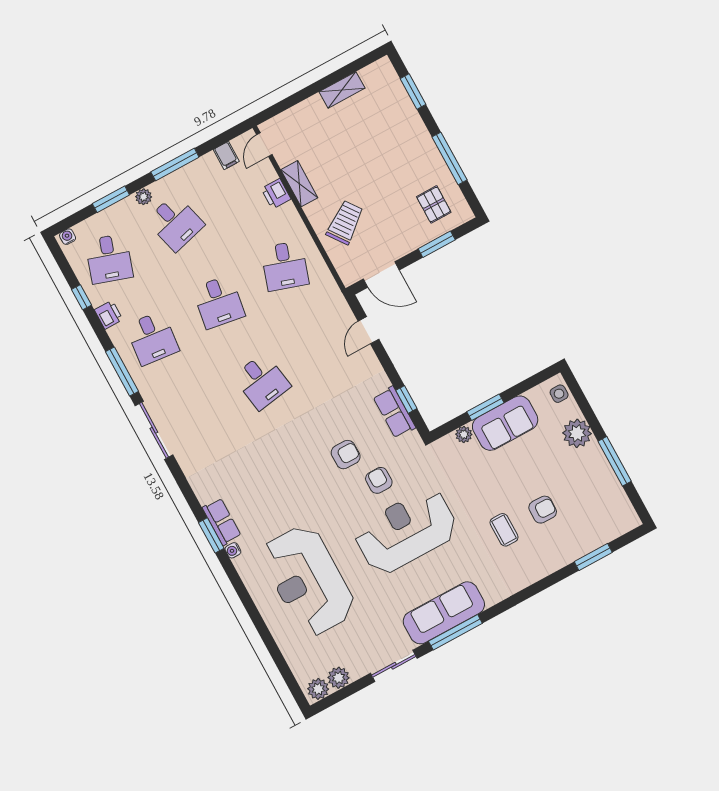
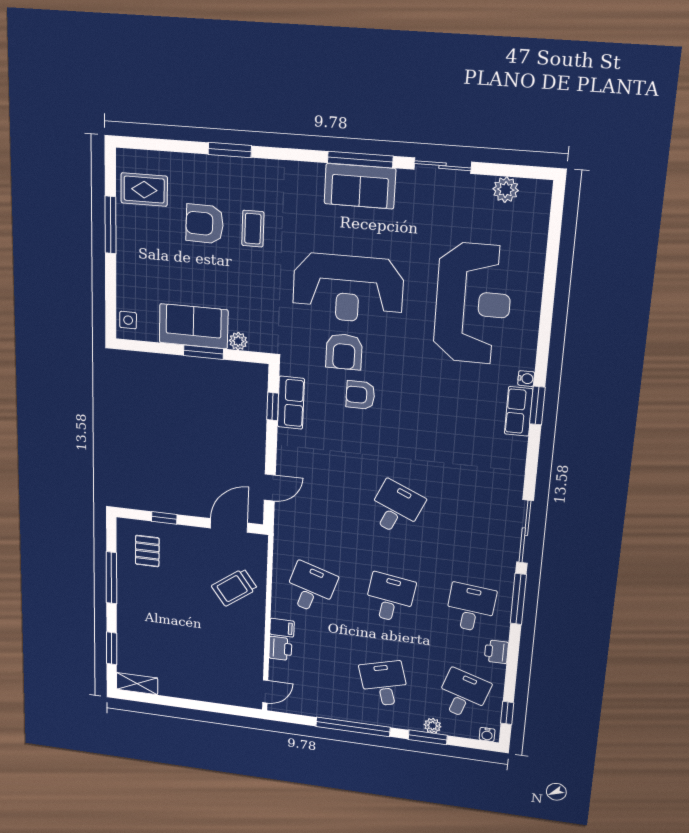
shelving: (342, 90) -> (137, 684), moved
filing cabinet: (226, 155) -> (282, 628), moved, turned 90
window: (175, 164) -> (353, 727), width x1.46
shelving: (299, 184) -> (255, 643), removed
plant: (144, 197) -> (433, 726), moved
window: (437, 244) -> (164, 518), width x0.67
door: (381, 275) -> (229, 525), hinge flipped
window: (81, 297) -> (507, 713), moved
desk: (262, 381) -> (396, 508), turned 33
plant: (577, 433) -> (132, 274), removed
armchair: (379, 480) -> (344, 352), width x1.38, depth x1.38
rug: (604, 506) -> (144, 190), added
armchair: (543, 510) -> (205, 224), width x1.38, depth x1.38
window: (593, 557) -> (230, 150), moved
sofa: (444, 613) -> (360, 186), width x0.73
plant: (318, 689) -> (534, 192), removed

